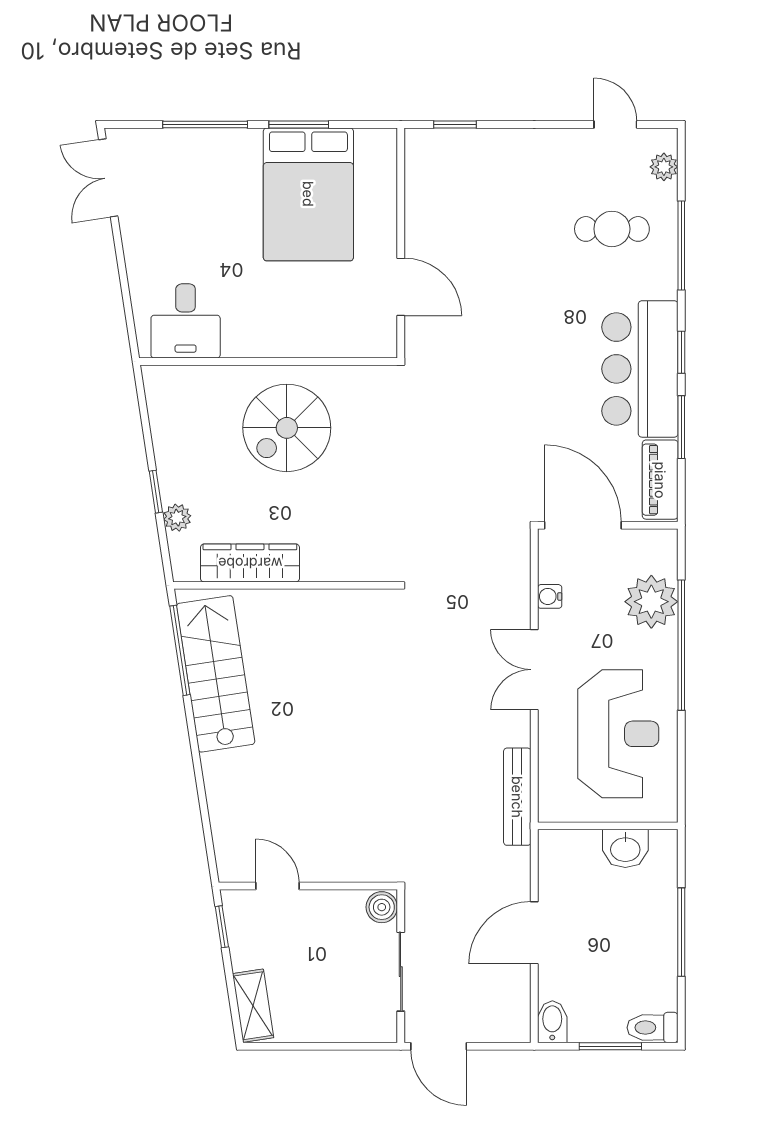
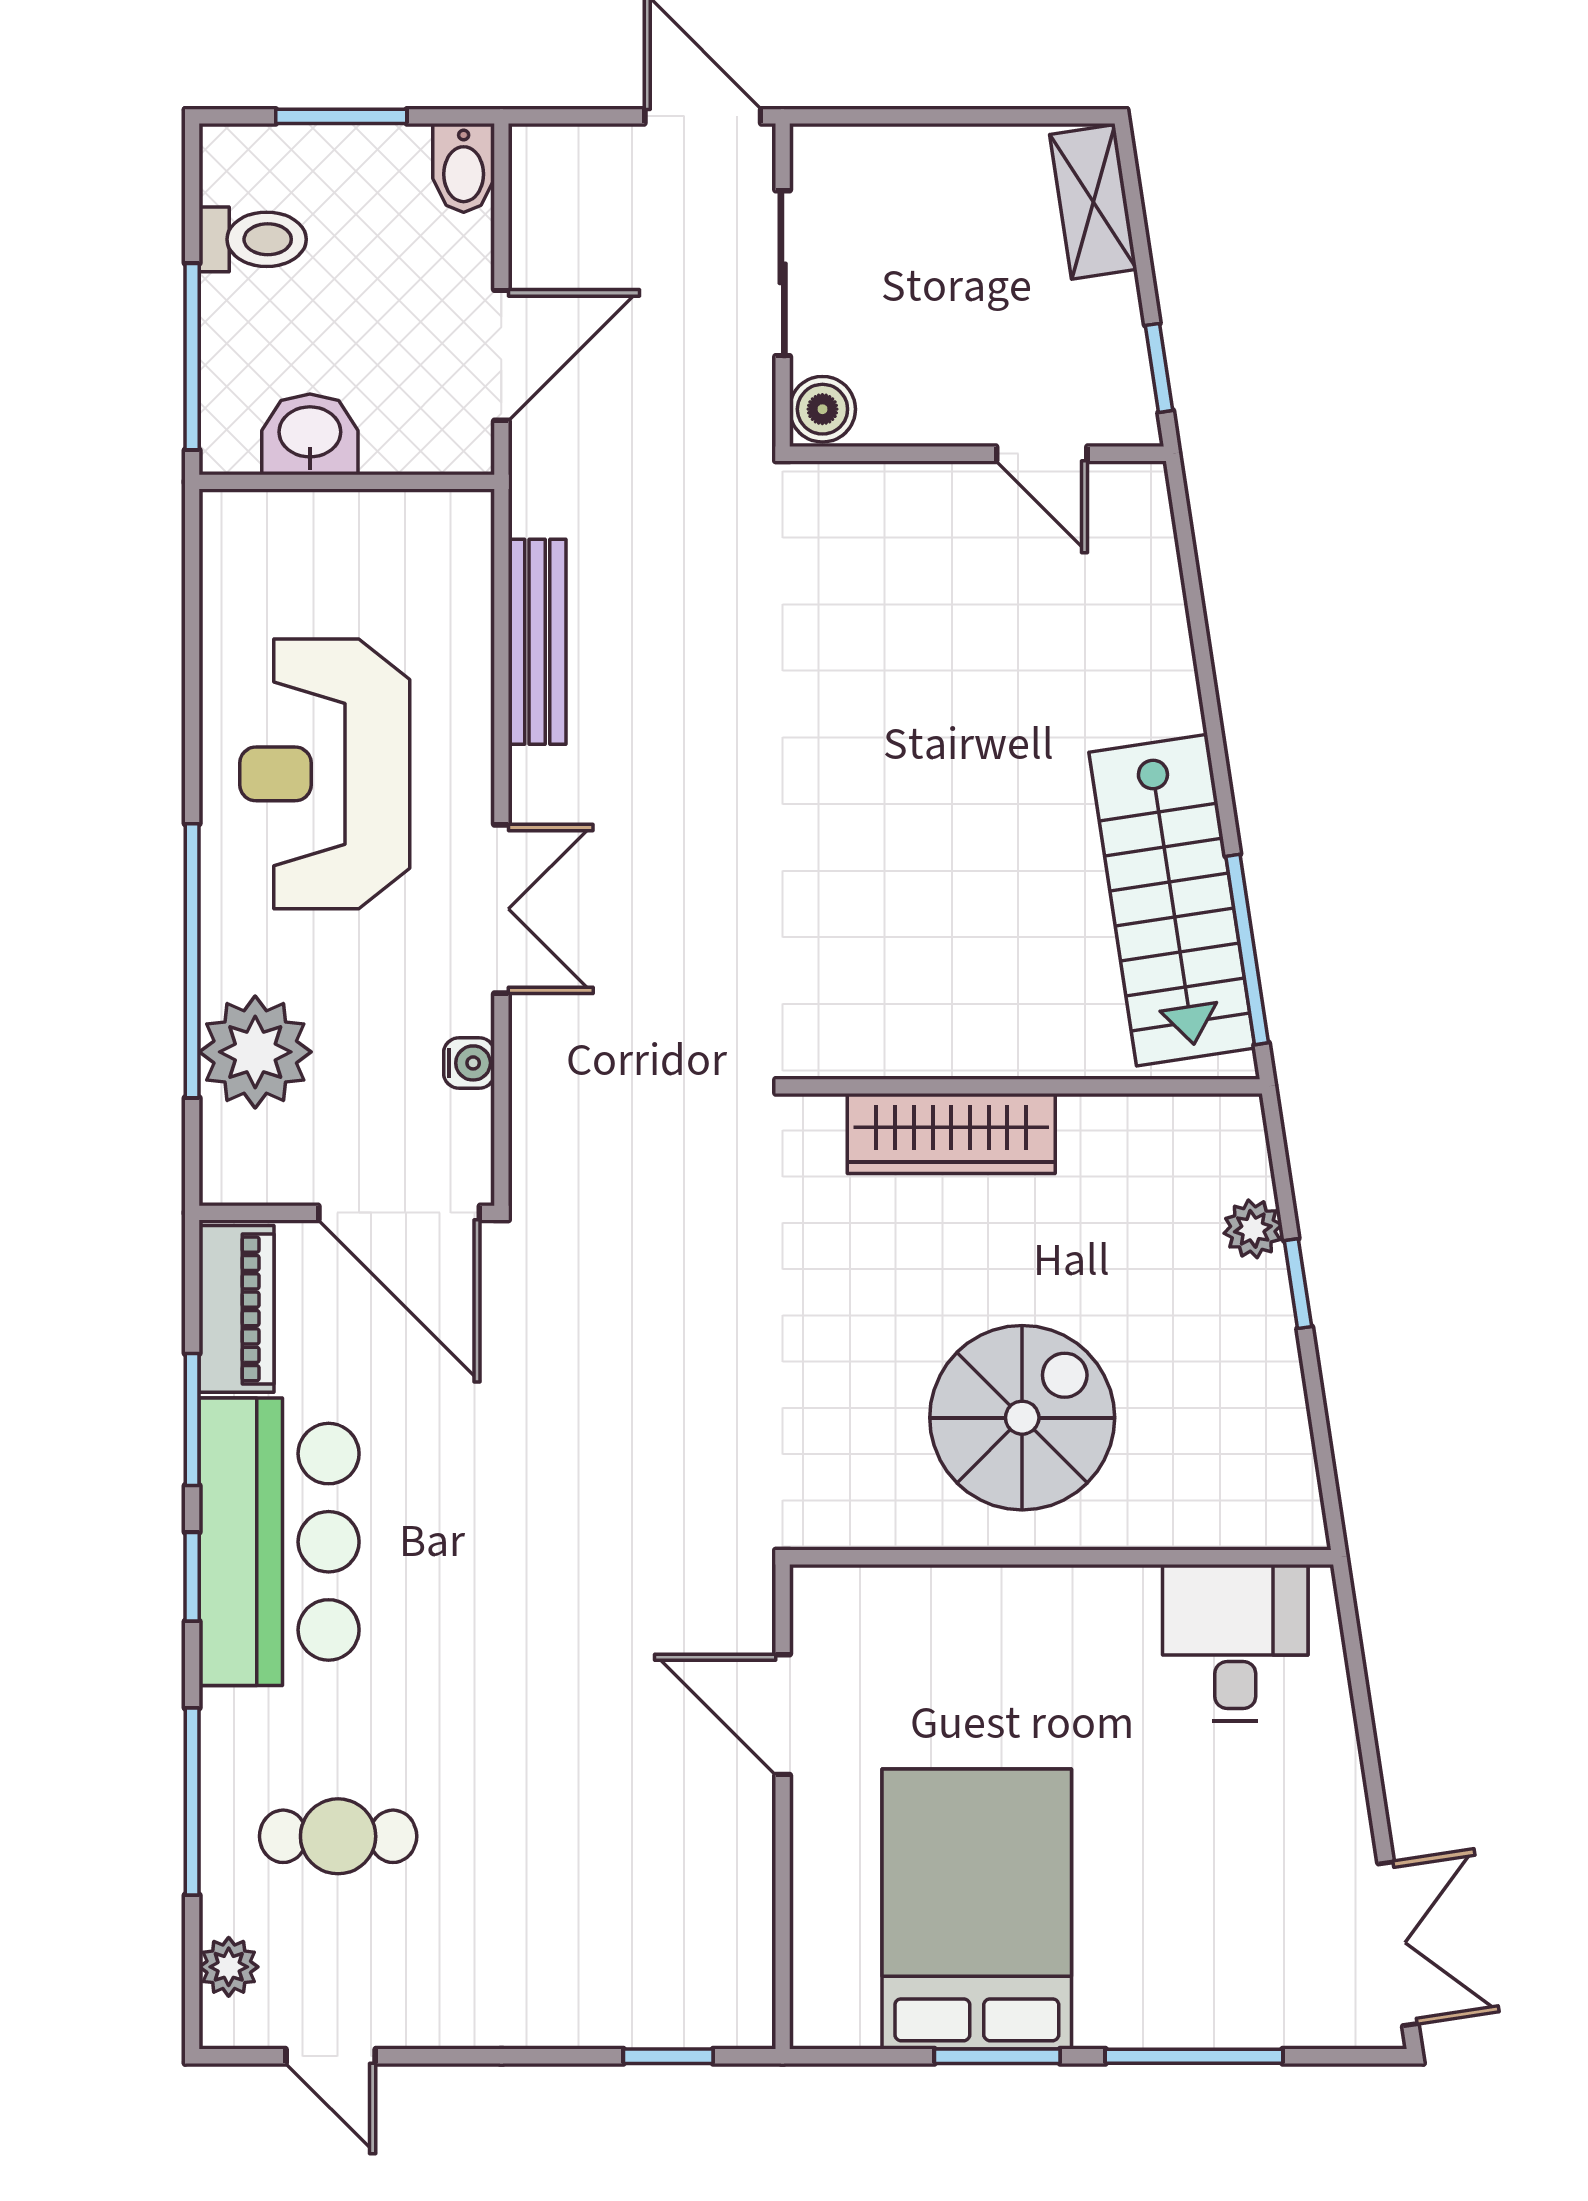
wardrobe: (250, 563) -> (951, 1134), moved
wall: (608, 826) -> (347, 482), moved
washbasin: (625, 848) -> (310, 434), moved
toilet: (652, 1028) -> (253, 239), moved

